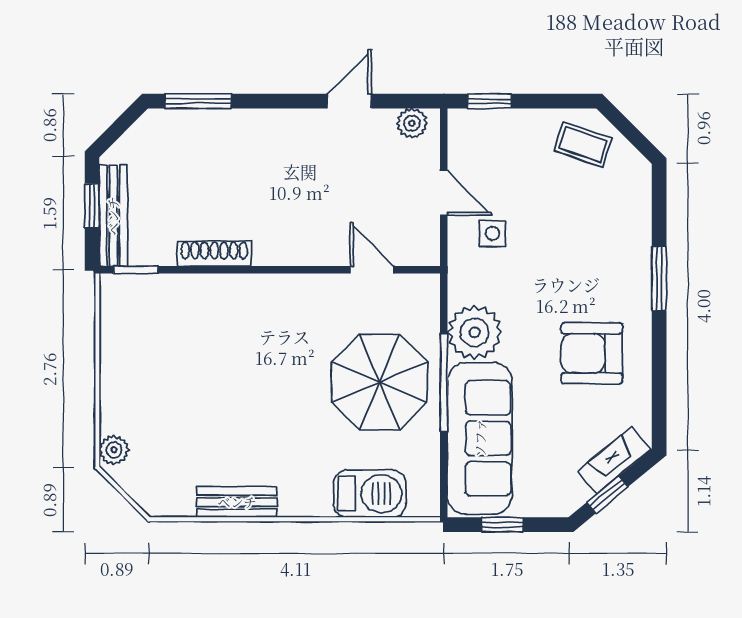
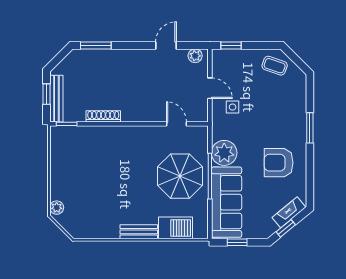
bench: (237, 502) -> (139, 232), moved

